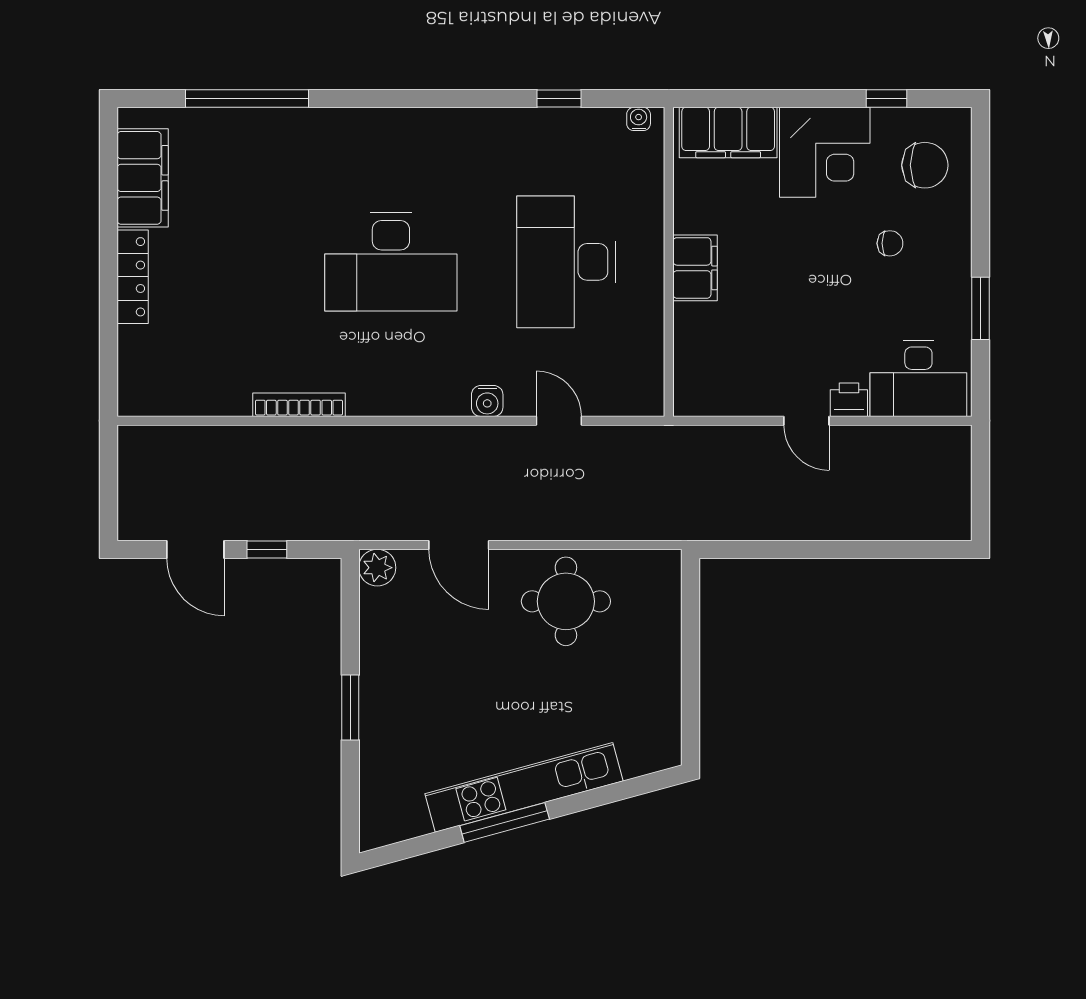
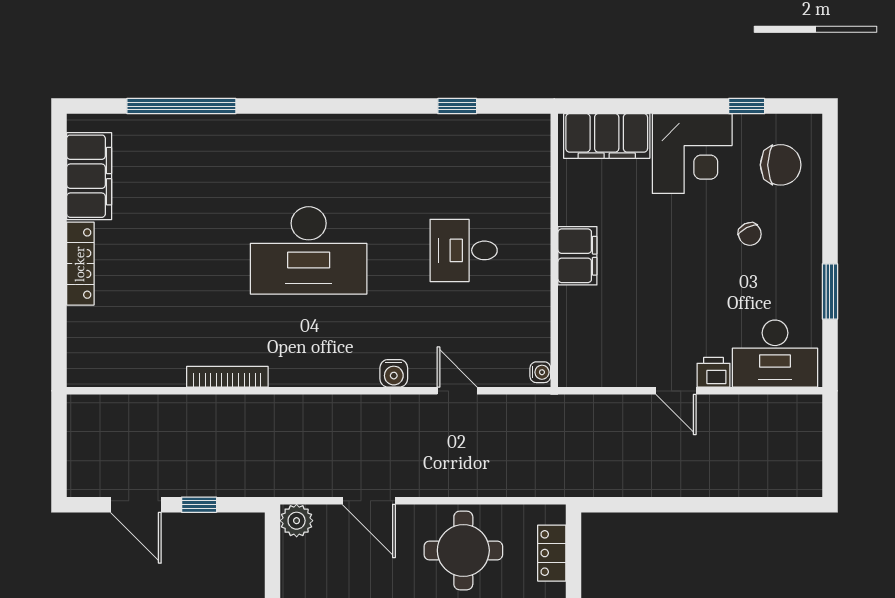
water cooler: (639, 119) -> (540, 372), moved, turned 90
chair: (890, 243) -> (750, 234), turned 63
desk: (566, 262) -> (464, 250), width x0.53, depth x0.77
locker: (666, 604) -> (552, 553), added

